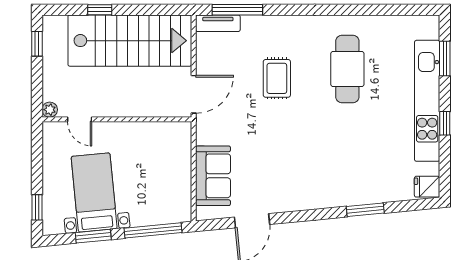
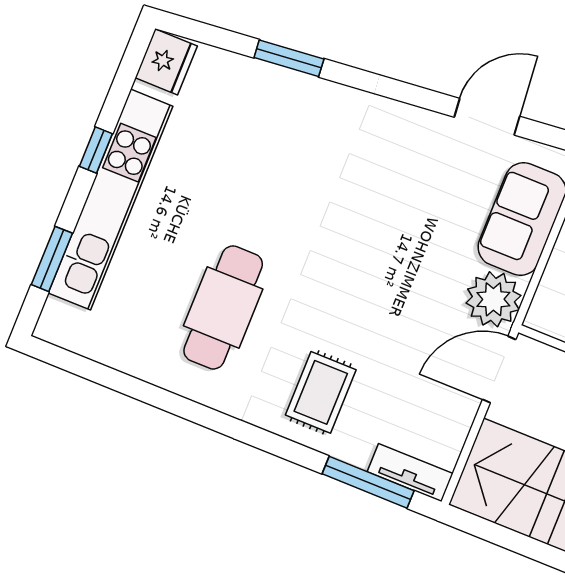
rug: (277, 78) -> (321, 392), moved
plant: (211, 129) -> (493, 299), added
fridge: (427, 187) -> (166, 62), width x1.38

